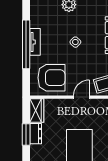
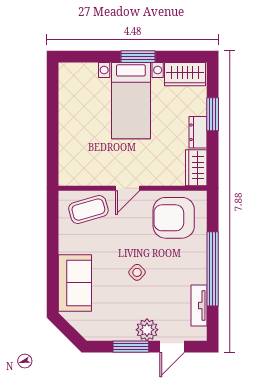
tv unit: (35, 42) -> (199, 306), moved
window: (26, 135) -> (213, 114), moved

